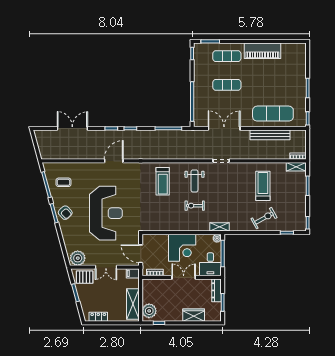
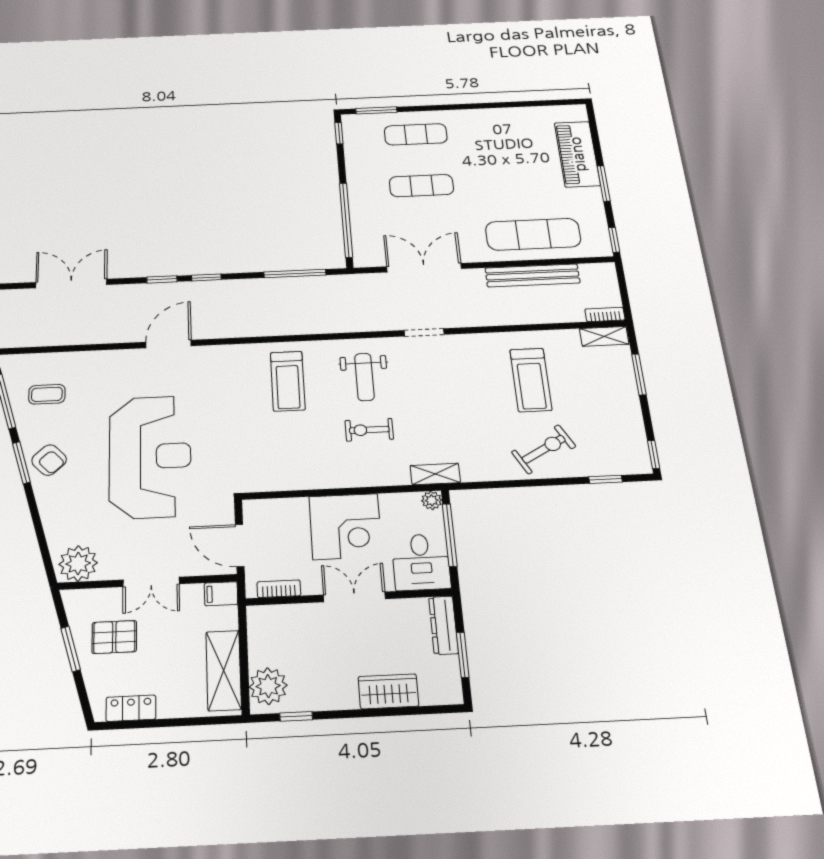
piano: (262, 51) -> (577, 154), moved, turned 90
treadmill: (263, 186) -> (531, 380), turned 180
pallet: (85, 277) -> (114, 637), moved

